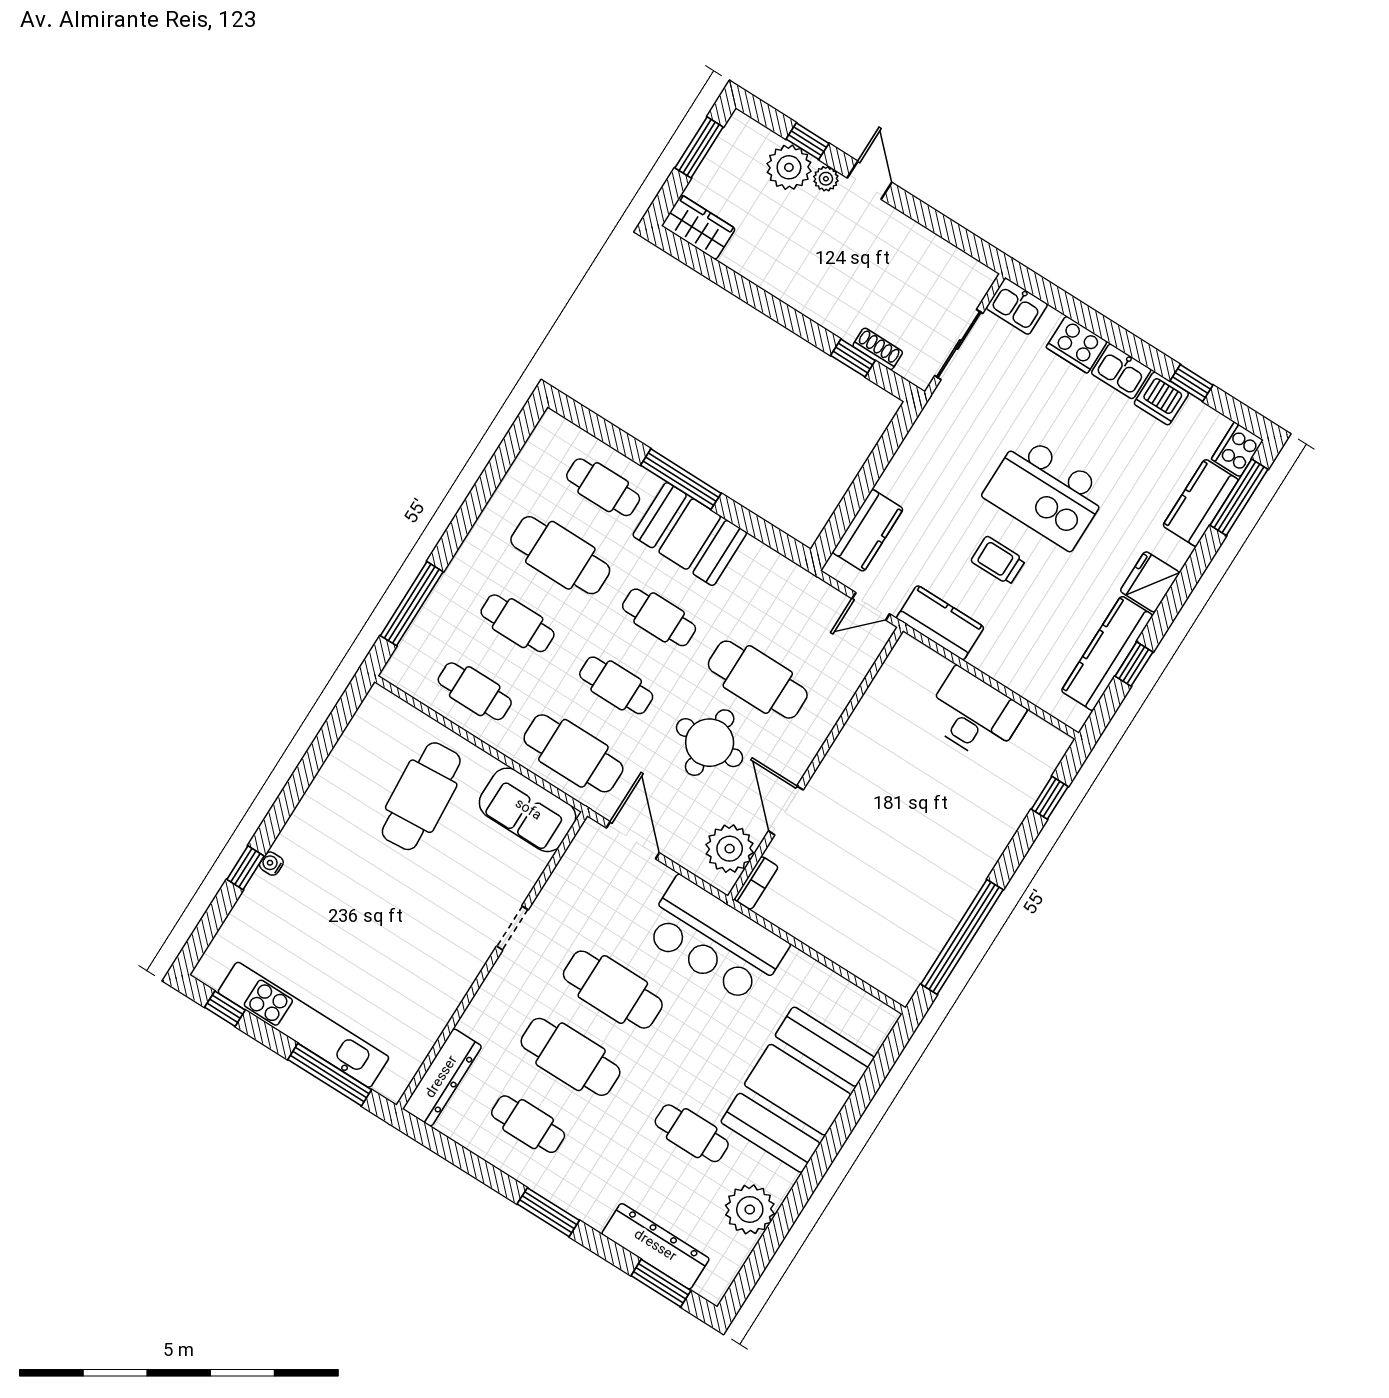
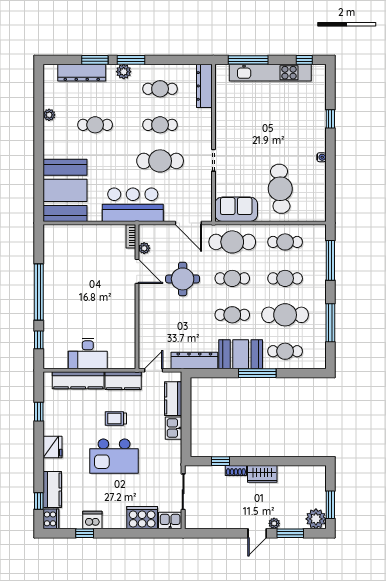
window: (807, 141) -> (290, 533), width x1.50
plant: (789, 167) -> (316, 519), moved
door: (869, 180) -> (257, 533), hinge flipped
wardrobe: (698, 227) -> (262, 474), moved
cooker: (1077, 344) -> (142, 518), width x1.37, depth x1.31
shoe rack: (878, 349) -> (236, 471), moved
kitchen sink: (1121, 371) -> (174, 428), moved, turned -90
window: (485, 487) -> (330, 323), added
kitchen island: (1046, 492) -> (114, 456), turned 180
window: (1239, 497) -> (39, 501), width x0.46
trolley: (998, 561) -> (116, 418), turned 180
dresser: (783, 577) -> (194, 360), added
kitchen counter: (1107, 653) -> (78, 380), moved, turned 90
cafe table: (758, 680) -> (179, 315), removed
plant: (730, 849) -> (144, 248), width x0.53, depth x0.53
water cooler: (271, 864) -> (321, 157), moved
window: (962, 937) -> (39, 292), moved
cafe table: (570, 1057) -> (160, 125), width x0.73, depth x0.74
booth: (798, 1090) -> (65, 190), moved
plant: (576, 1199) -> (124, 72), added
plant: (750, 1209) -> (49, 115), width x0.53, depth x0.53
window: (661, 1283) -> (95, 60), moved

